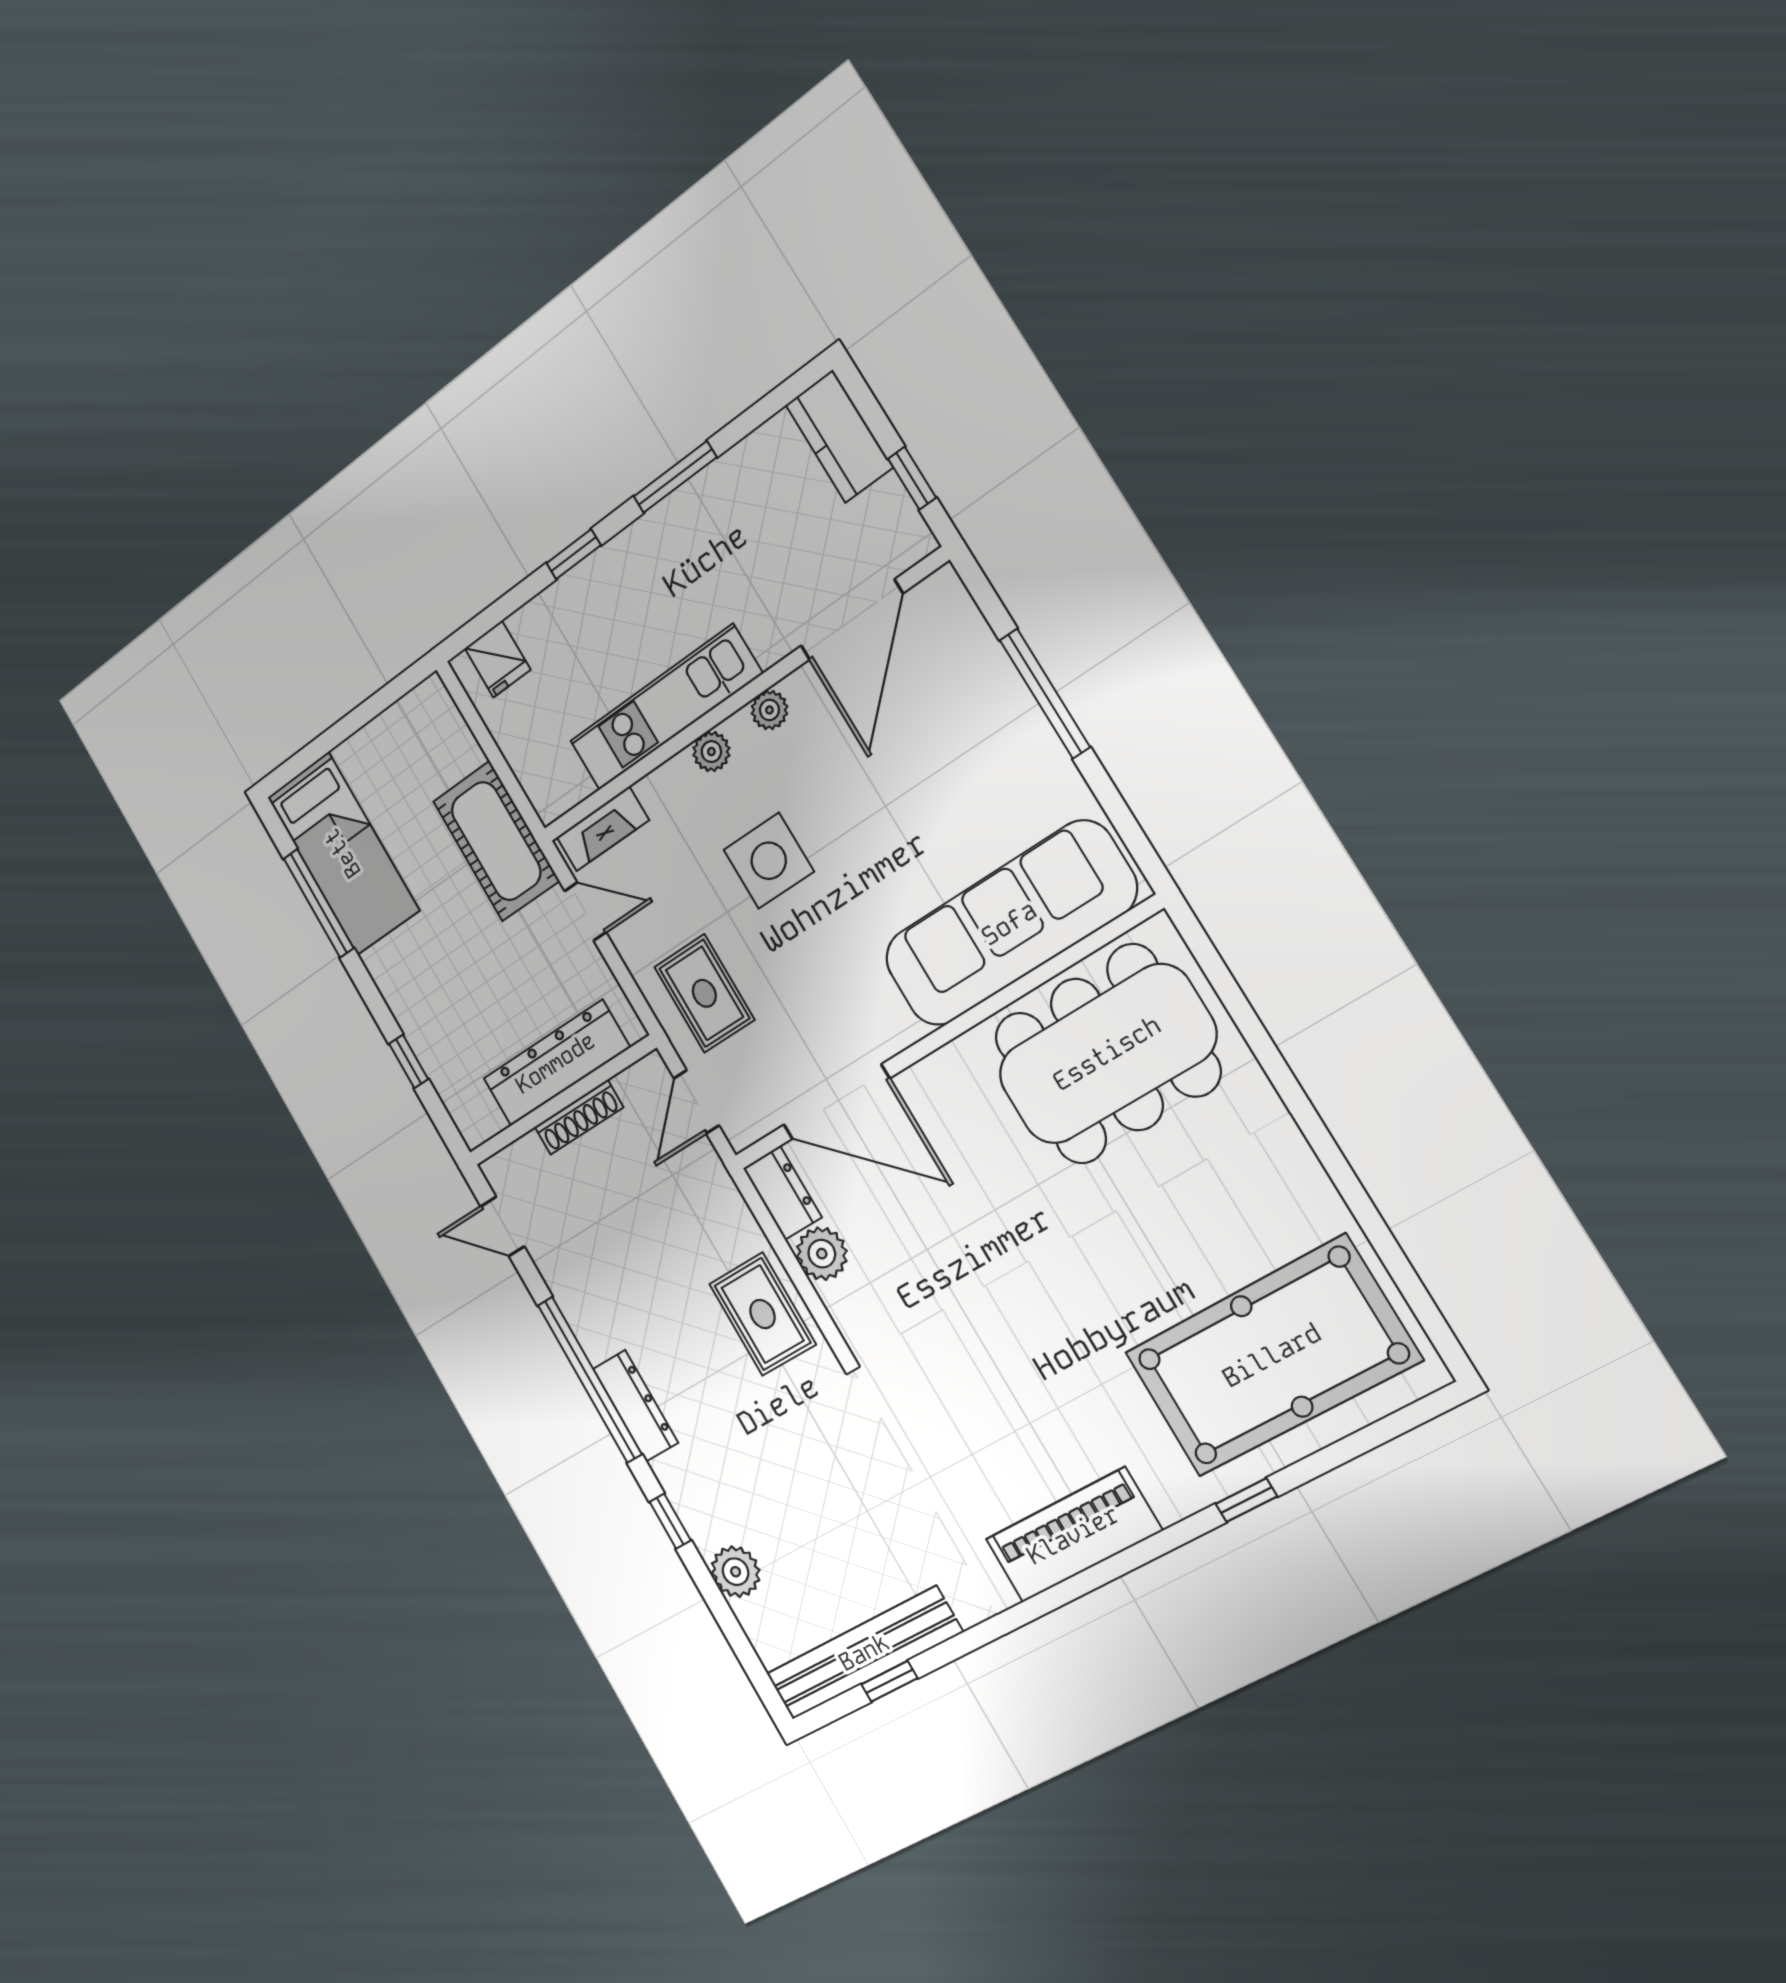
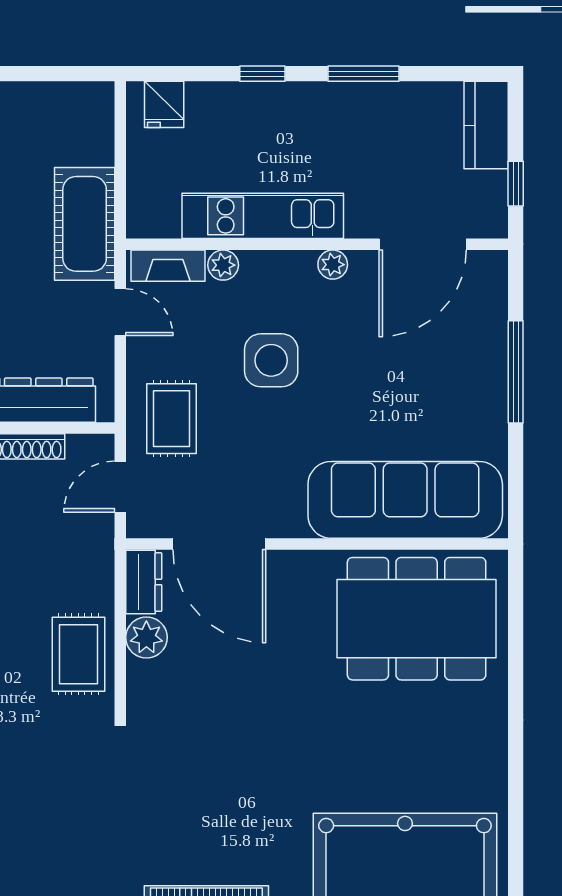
plant: (711, 752) -> (223, 265), moved

